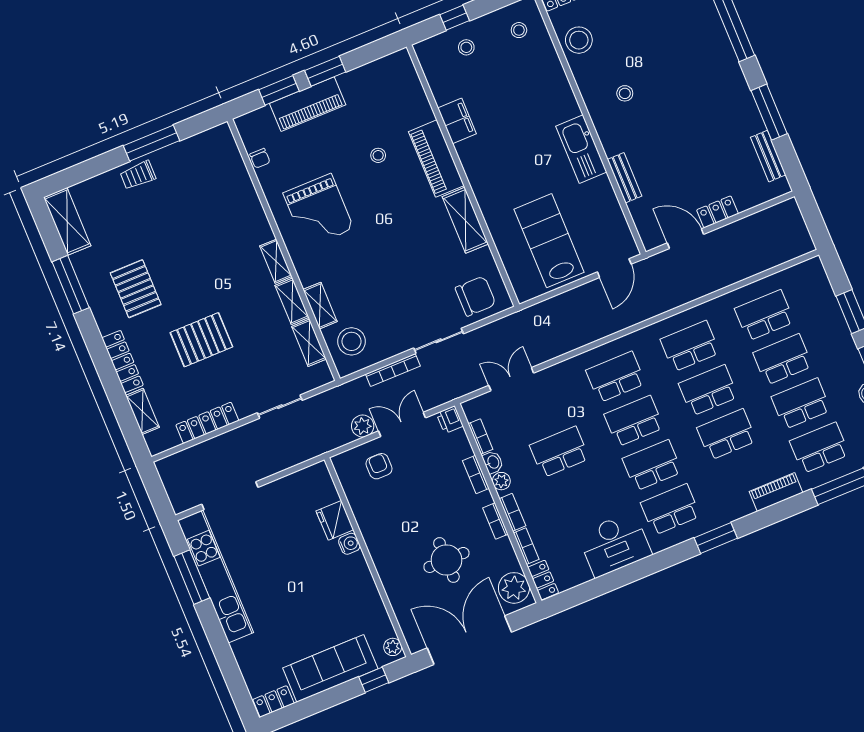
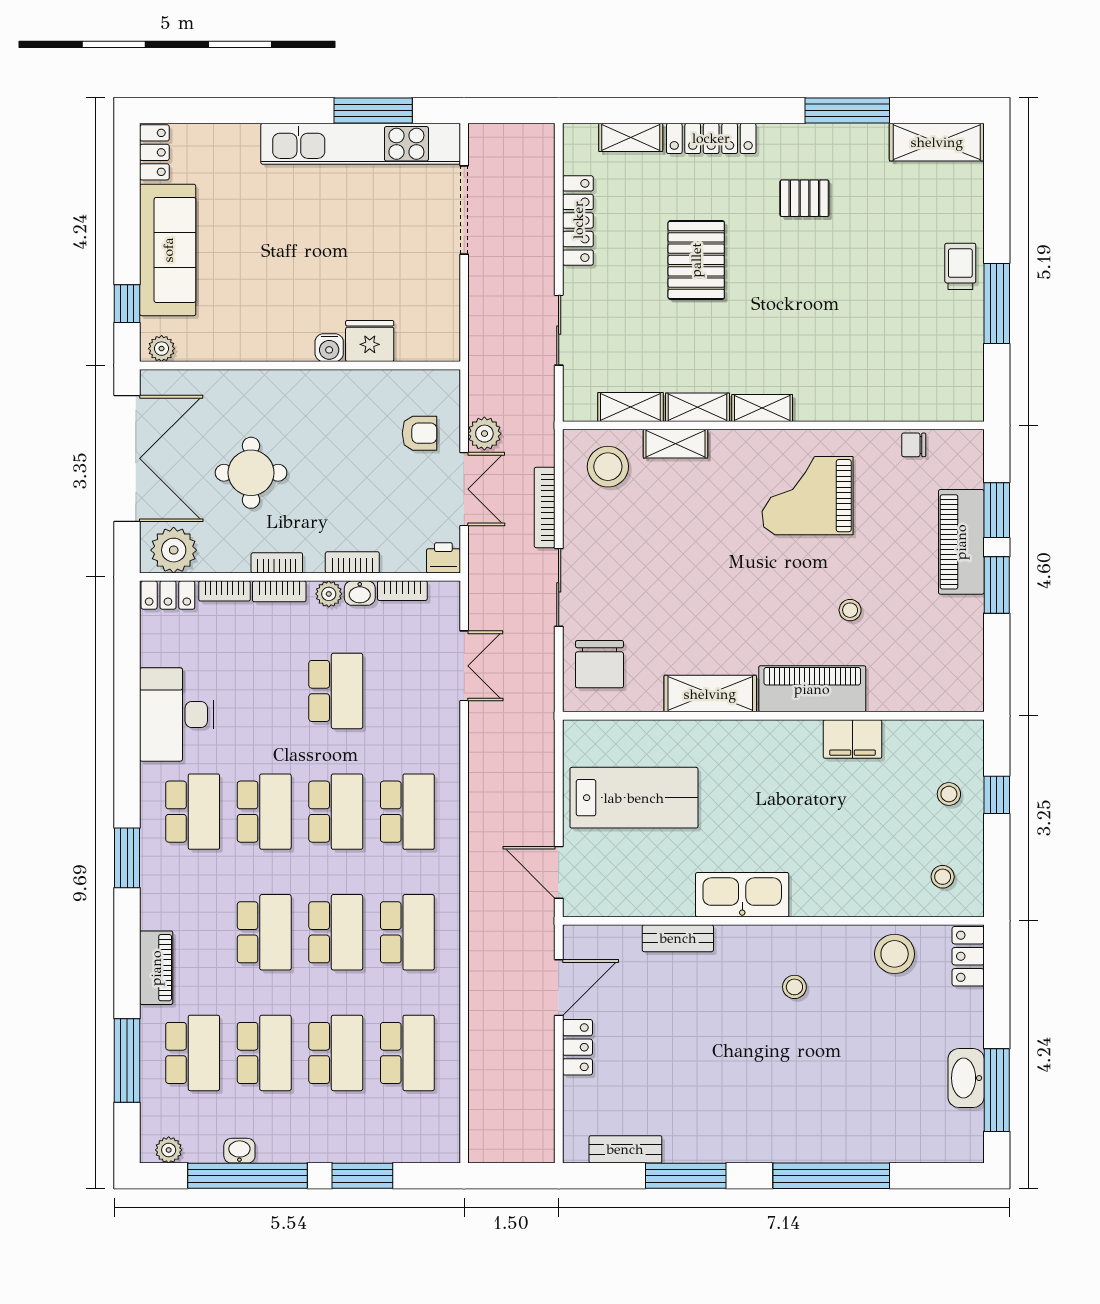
pallet: (136, 289) -> (804, 198), width x0.67, depth x0.71

